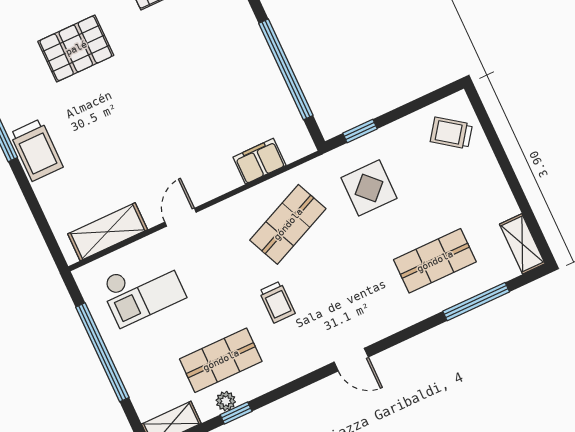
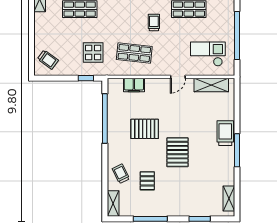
pallet: (76, 48) -> (177, 152), moved, turned 90
pallet: (198, 85) -> (145, 129), added
shop shelf: (288, 224) -> (134, 53), turned 30

